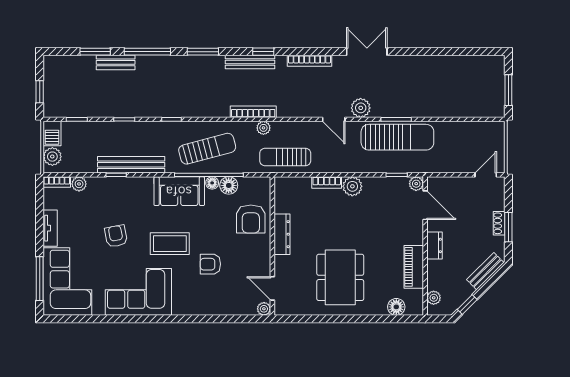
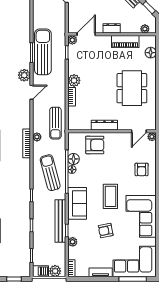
plant: (79, 184) -> (73, 242), moved
sofa: (179, 191) -> (77, 203), moved
armchair: (210, 264) -> (142, 170), moved
dining table: (340, 277) -> (132, 88), turned 90

